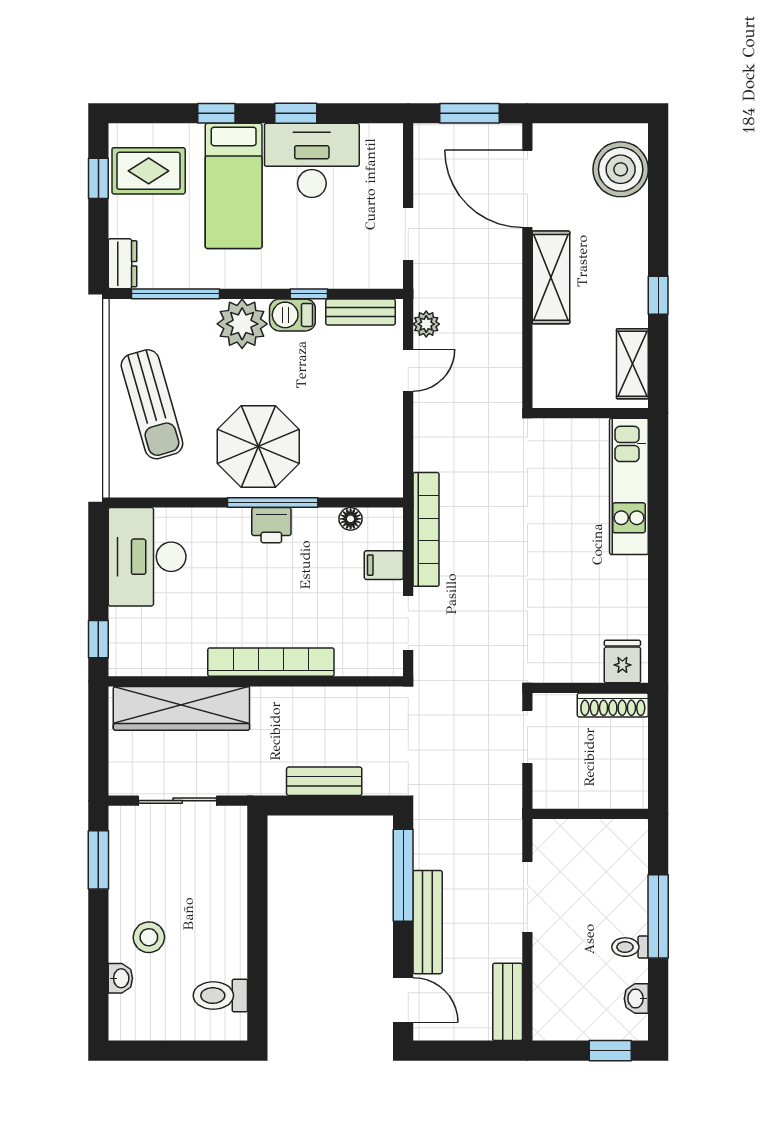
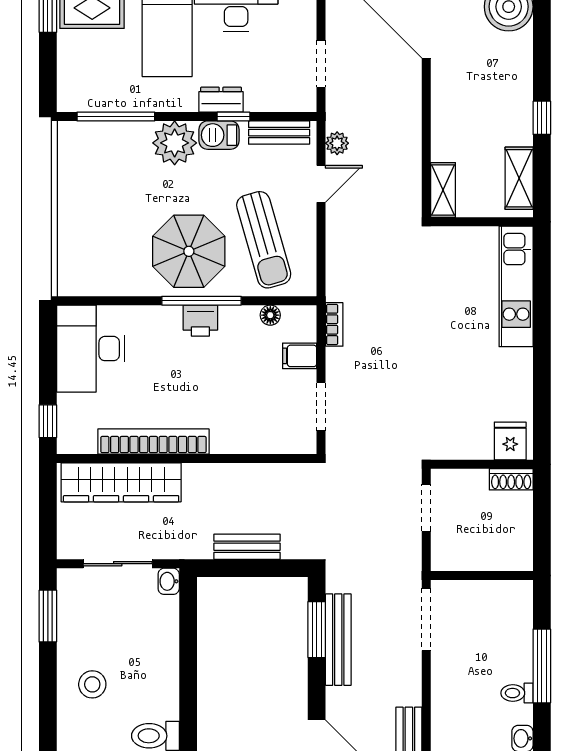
dresser: (122, 264) -> (221, 100), moved, turned -90
shelving: (551, 277) -> (443, 190), moved, width x0.67, depth x0.75
sun lounger: (152, 404) -> (264, 240), moved
bookcase: (426, 529) -> (334, 324), width x0.43, depth x0.76
bookcase: (271, 662) -> (153, 442), moved
shoe rack: (613, 705) -> (511, 479), width x0.70
window: (403, 875) -> (317, 630), width x0.69
doorway: (527, 897) -> (426, 619), moved
bench: (428, 922) -> (338, 640), moved
washbasin: (120, 978) -> (169, 581), moved, turned 180

